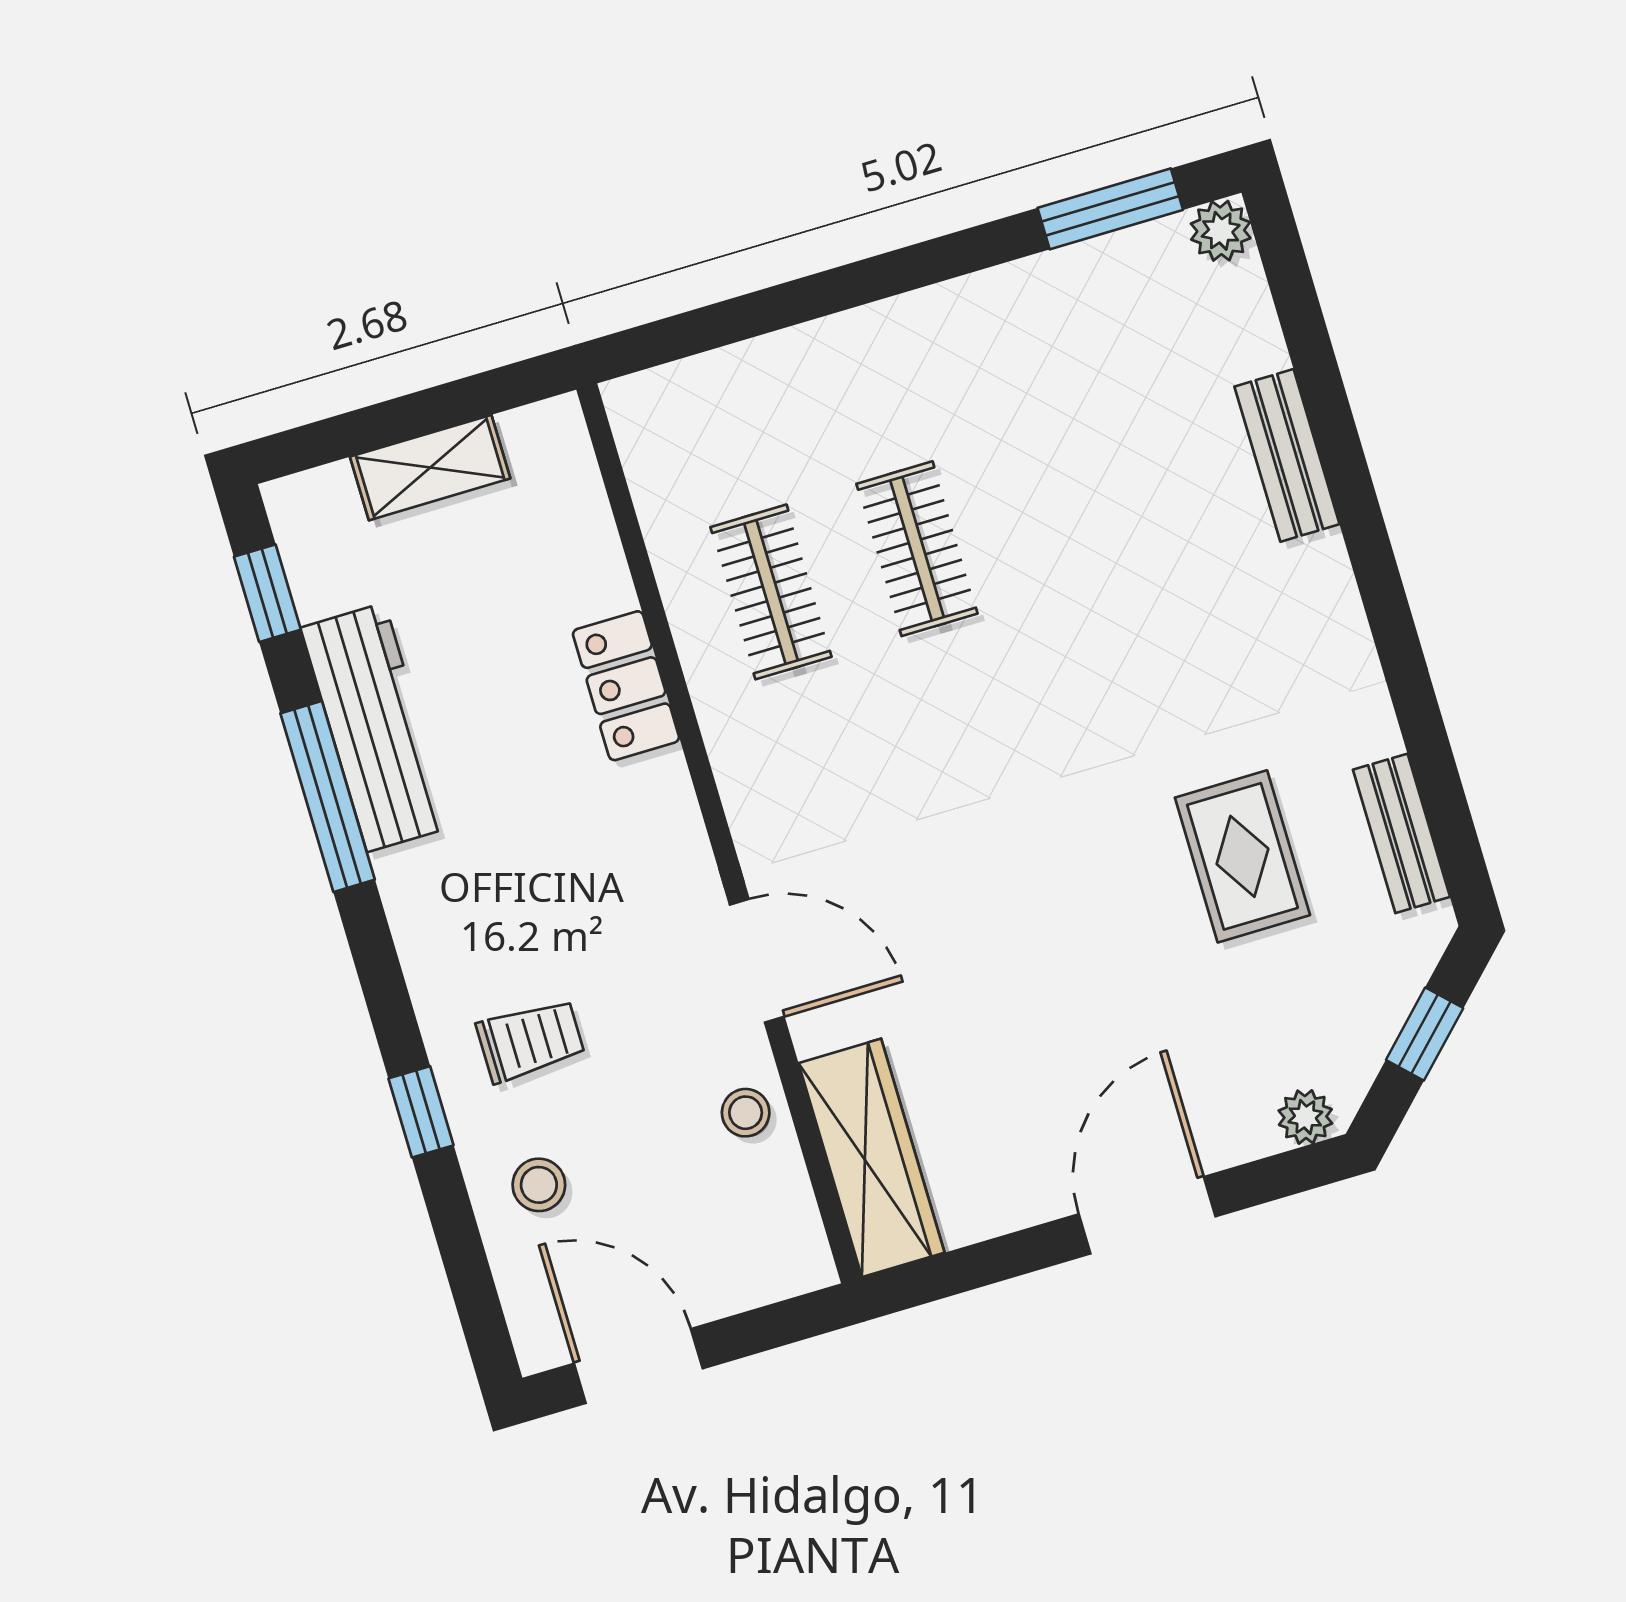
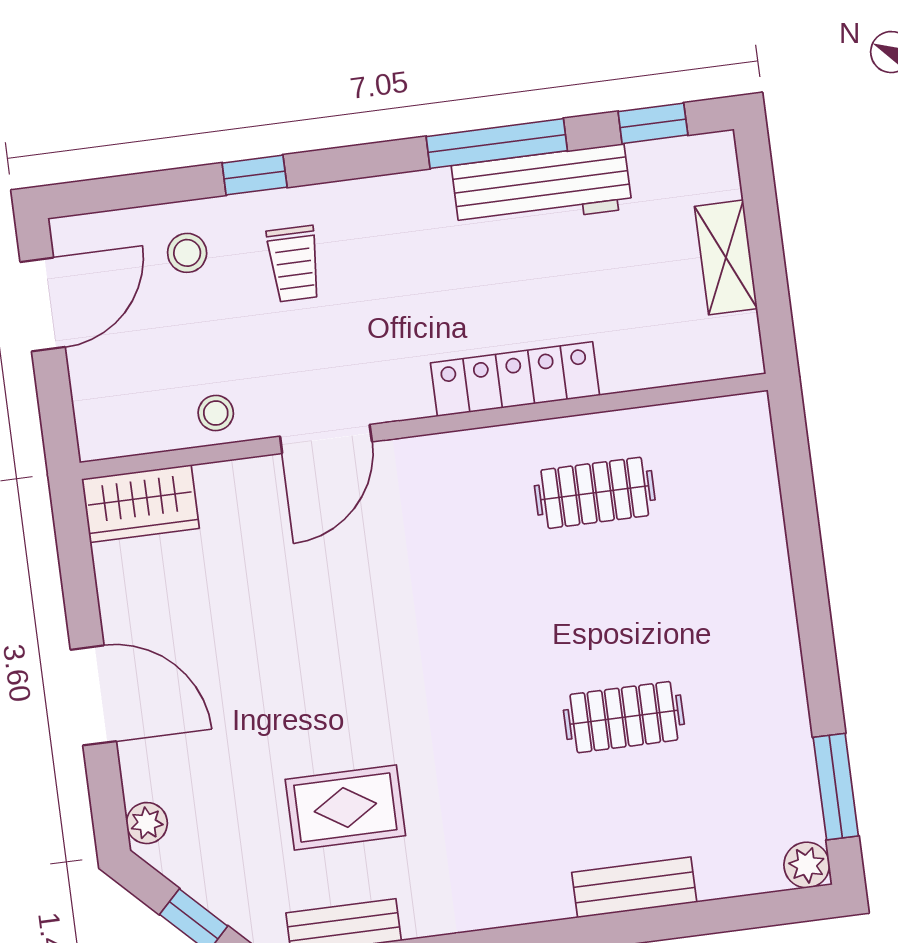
clothes rail: (917, 549) -> (624, 717), moved
locker: (626, 686) -> (515, 379), width x1.53
wardrobe: (872, 1158) -> (140, 504), width x0.67

